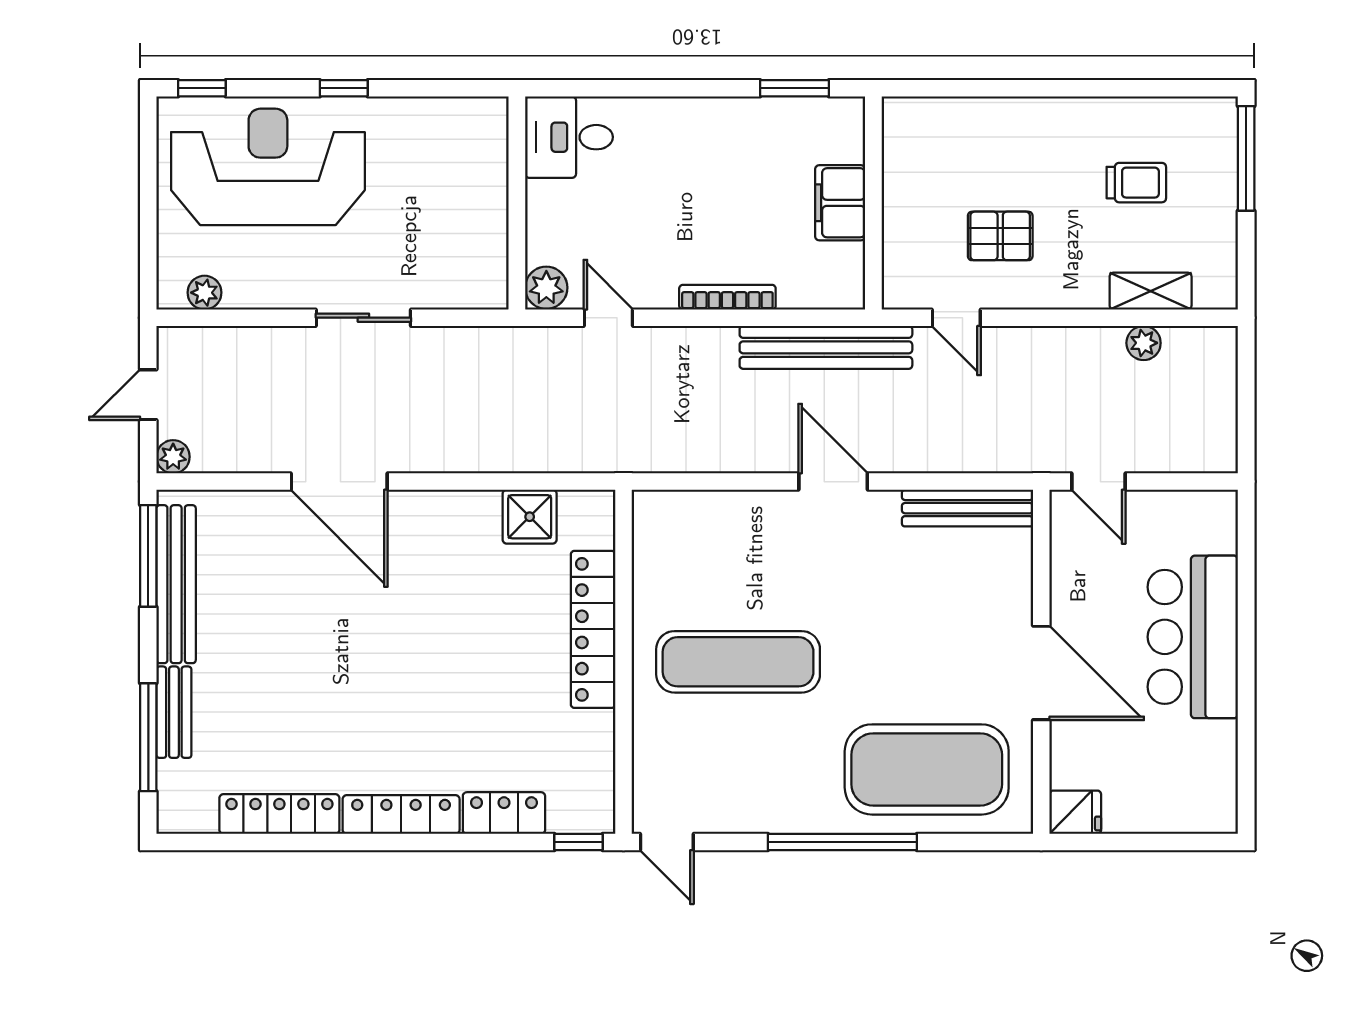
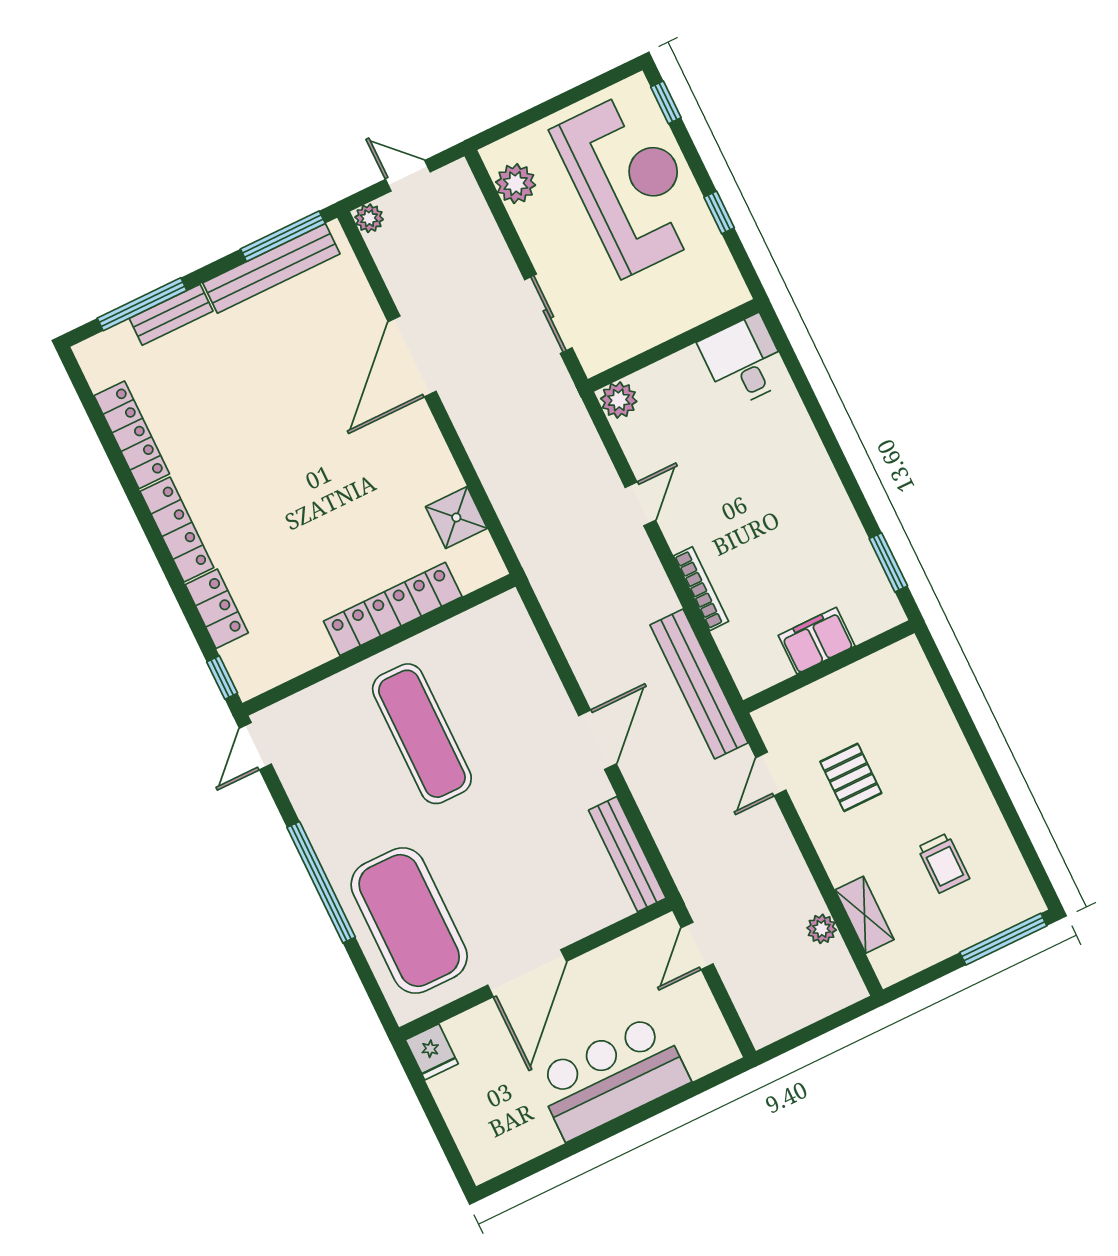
desk: (569, 137) -> (744, 361), moved
wall: (517, 203) -> (674, 345), moved
plant: (546, 288) -> (619, 400), moved
plant: (204, 293) -> (516, 184), width x1.38, depth x1.38

